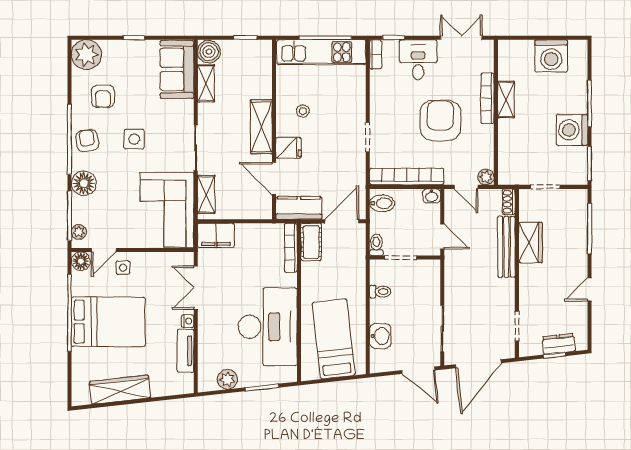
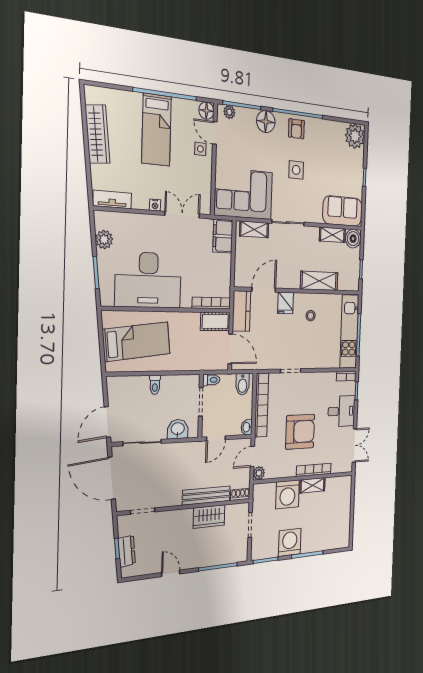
washing machine: (551, 56) -> (288, 494), moved, turned -90
armchair: (103, 96) -> (327, 146), removed
shelving: (261, 127) -> (319, 281), moved
armchair: (87, 141) -> (296, 129), turned 99
toilet: (380, 292) -> (155, 385), moved
bed: (108, 322) -> (156, 130), width x0.67
washbasin: (380, 336) -> (178, 429), moved, turned 180
tv unit: (185, 351) -> (112, 199), moved

